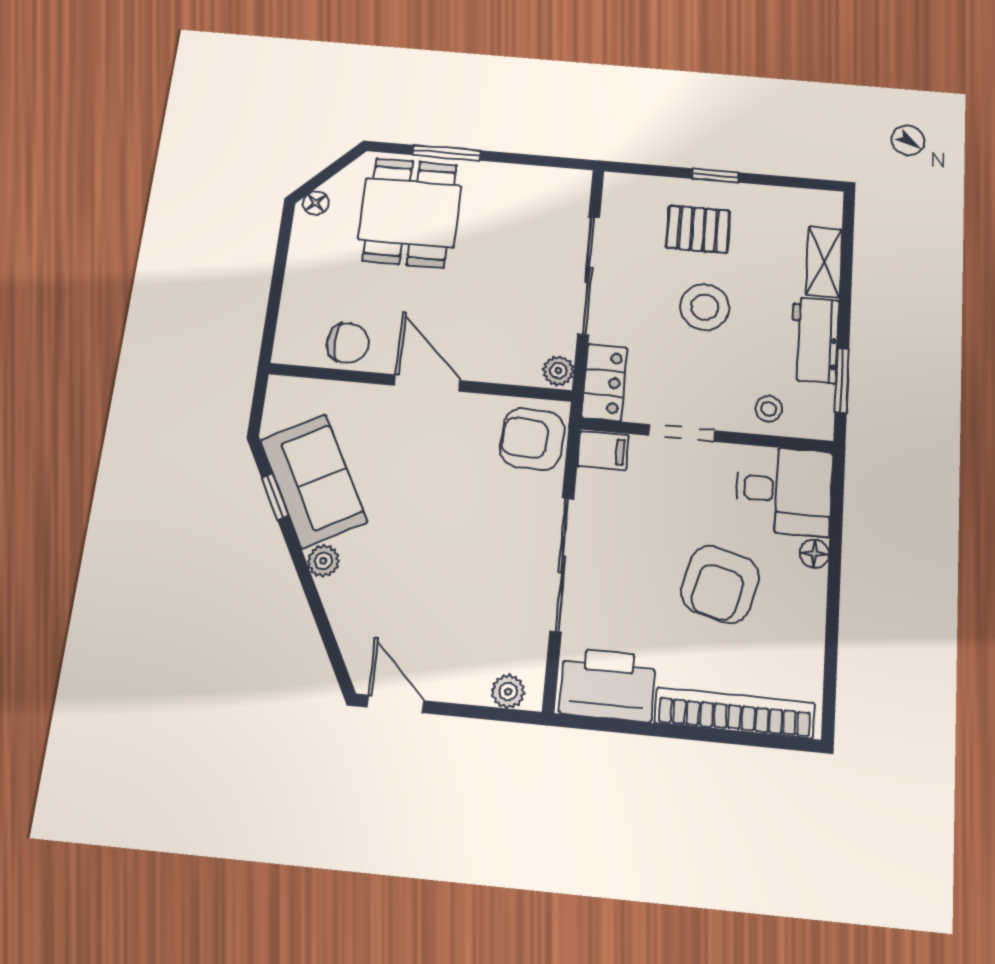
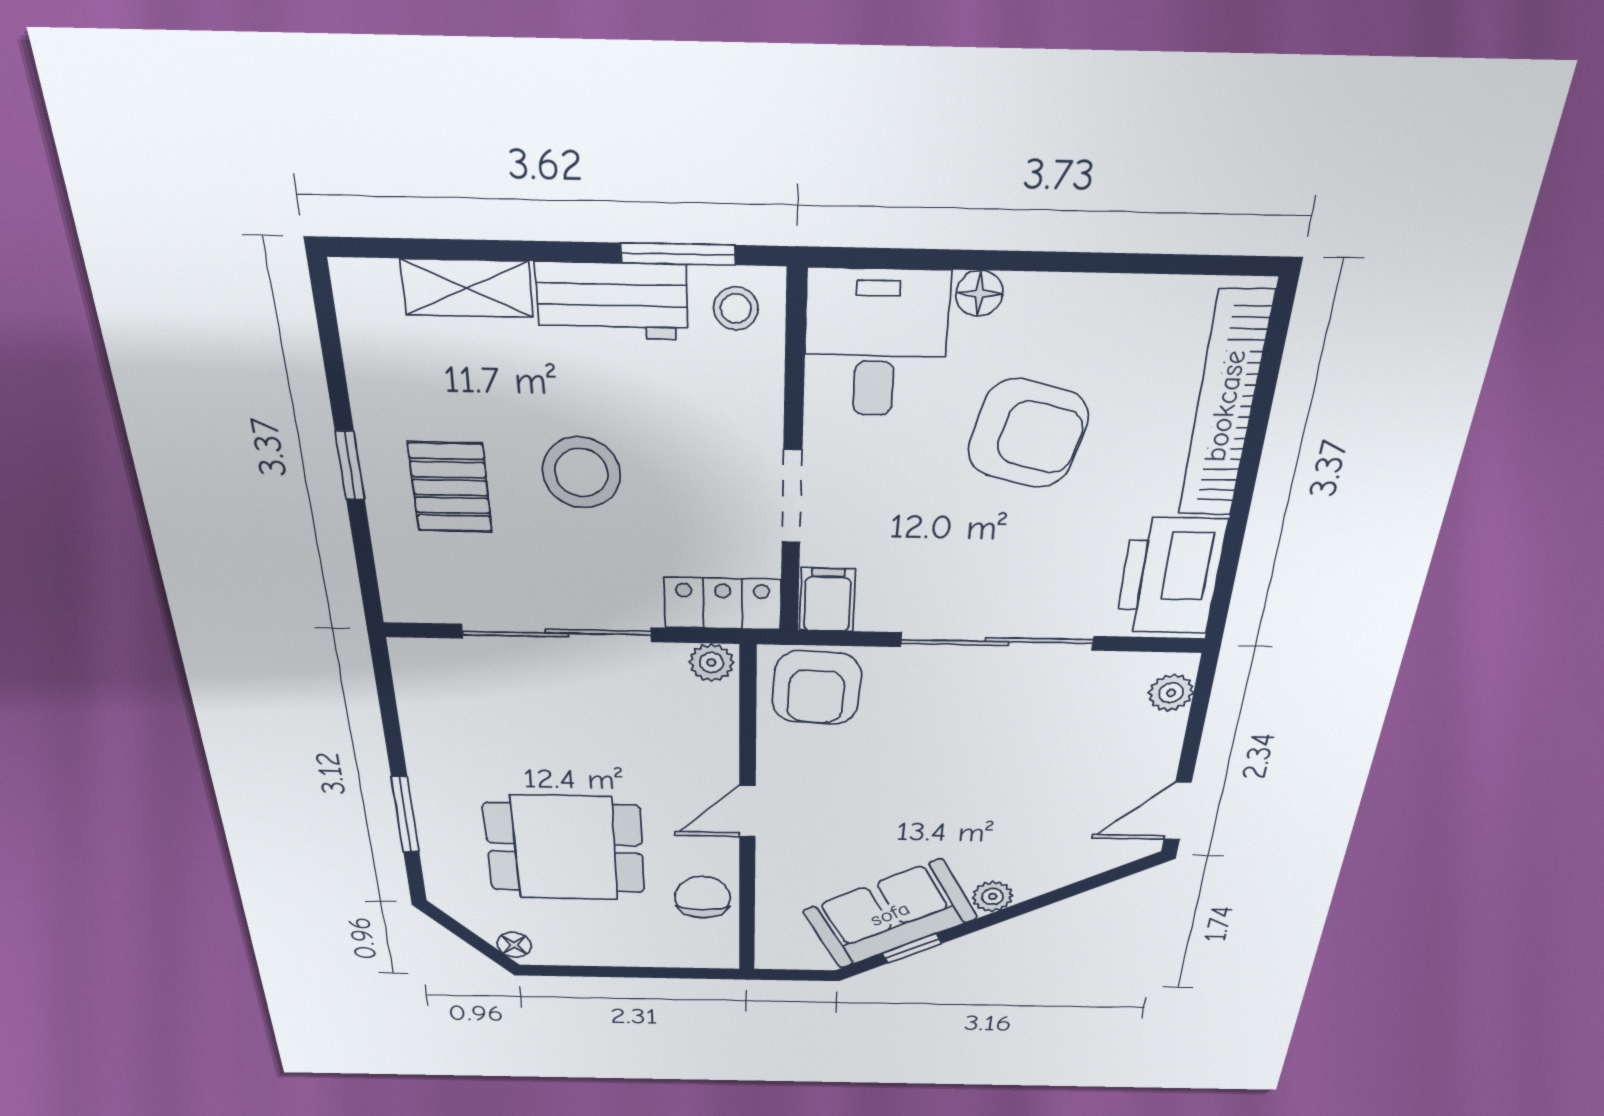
dining table: (410, 213) -> (565, 848), moved
door: (427, 383) -> (747, 811), width x0.73
stool: (769, 409) -> (736, 308), moved

